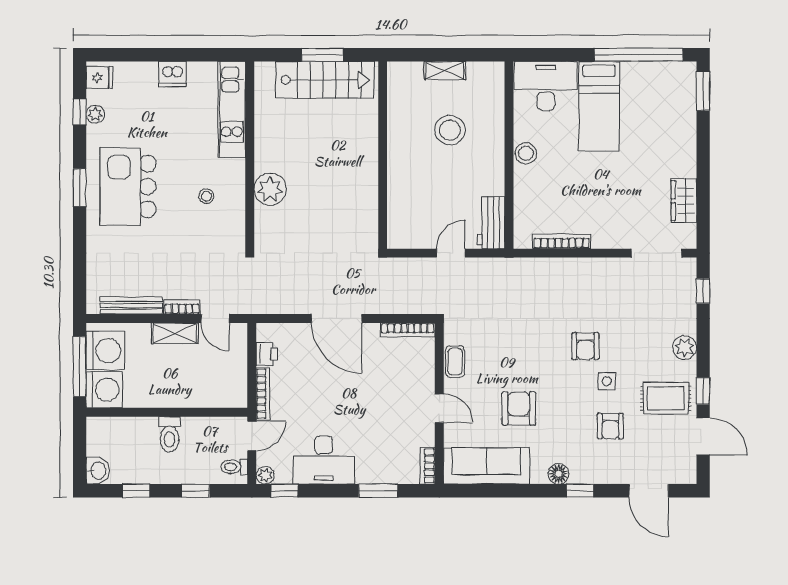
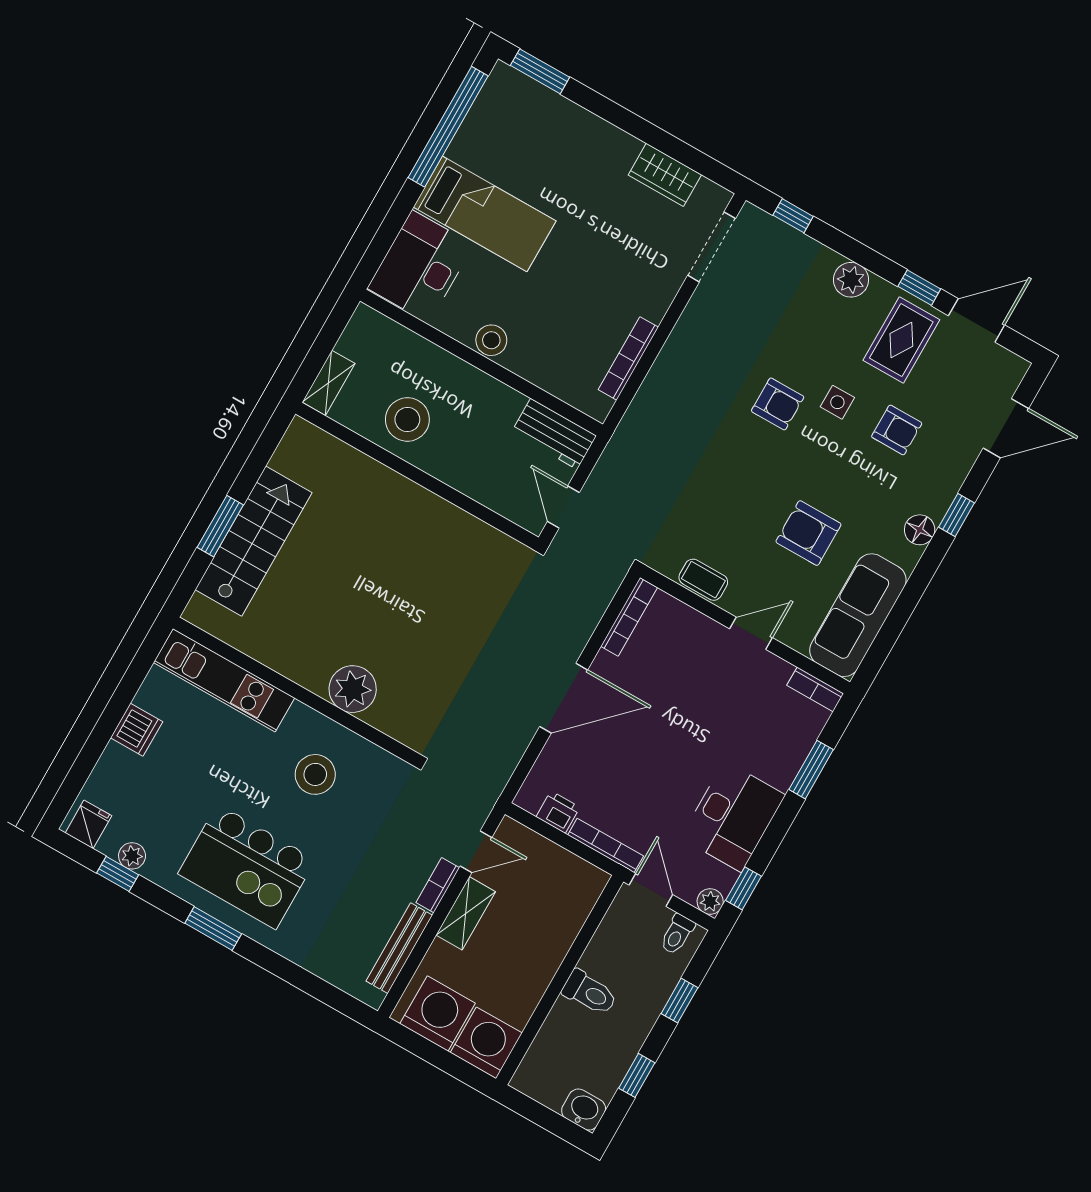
wall: (383, 155) -> (417, 476), moved
stool: (206, 196) -> (315, 774), width x1.89, depth x1.89
window: (80, 367) -> (439, 1057), removed

